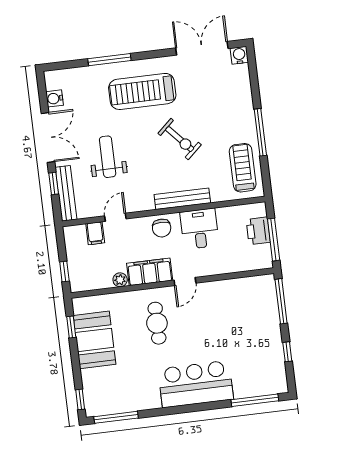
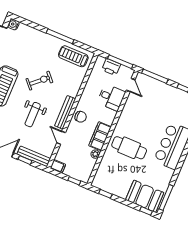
weight bench: (108, 157) -> (33, 115), moved, turned -90
bench: (182, 199) -> (65, 112), moved
desk: (200, 229) -> (111, 97), moved, turned 180
filing cabinet: (95, 233) -> (58, 166), moved
door: (185, 282) -> (131, 85), moved
cafe table: (157, 323) -> (129, 148), width x1.37, depth x1.35
booth: (95, 340) -> (145, 196), moved

